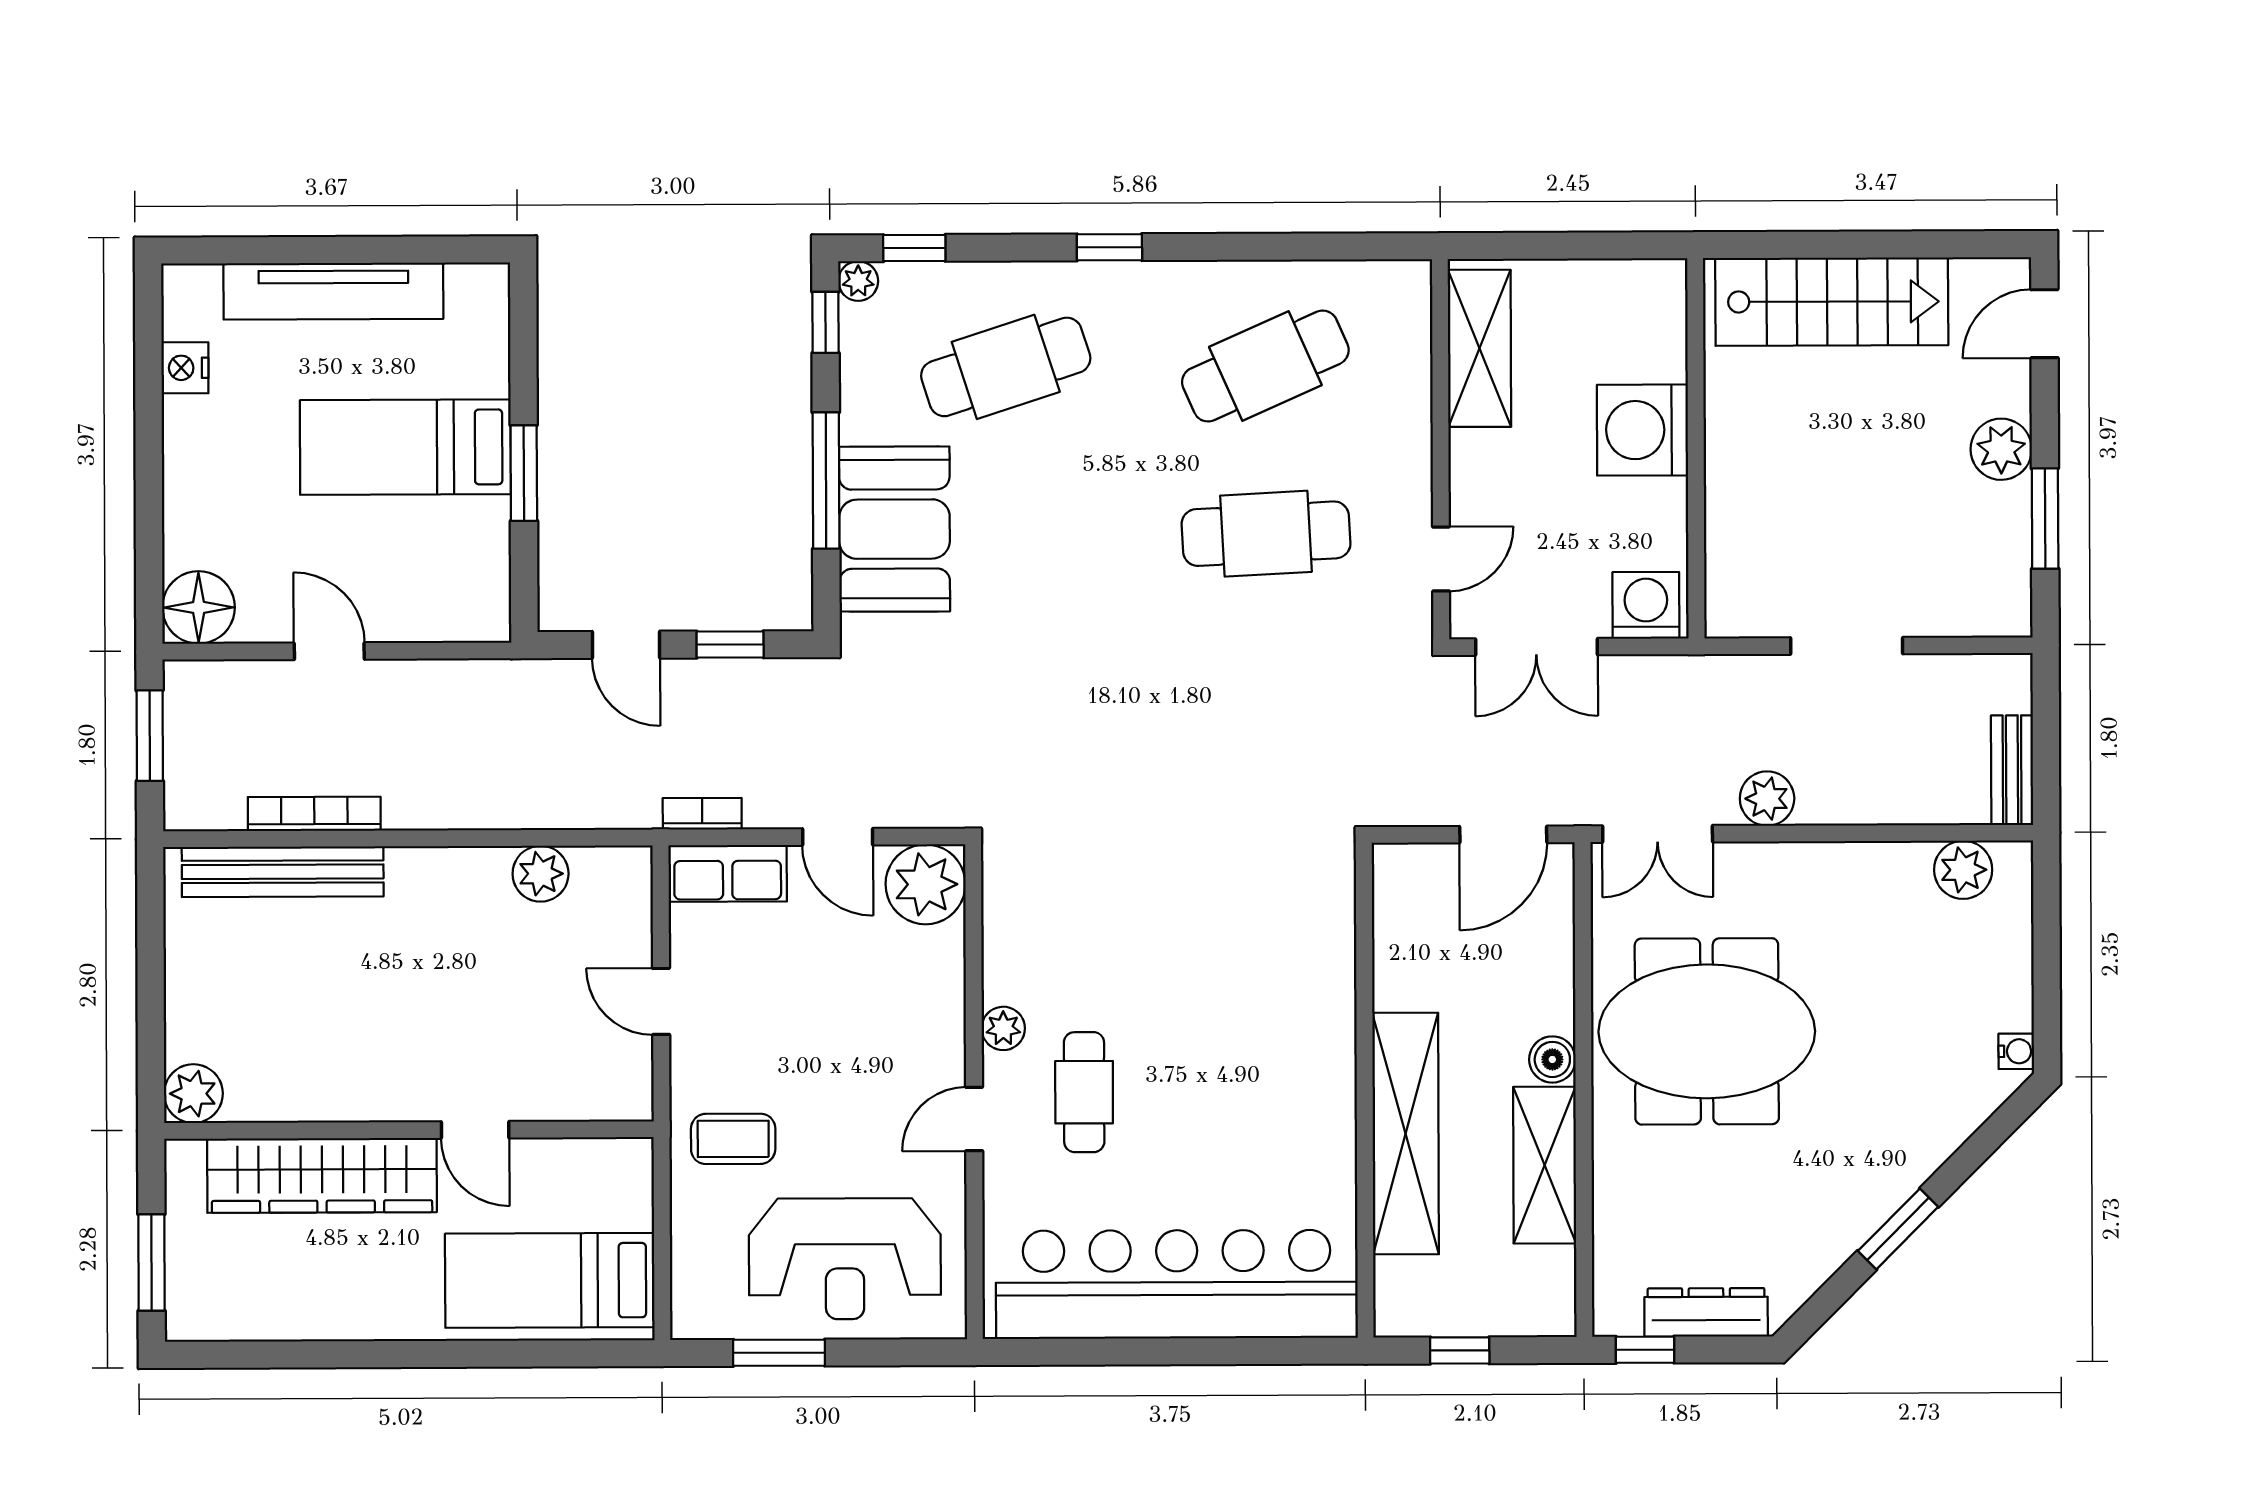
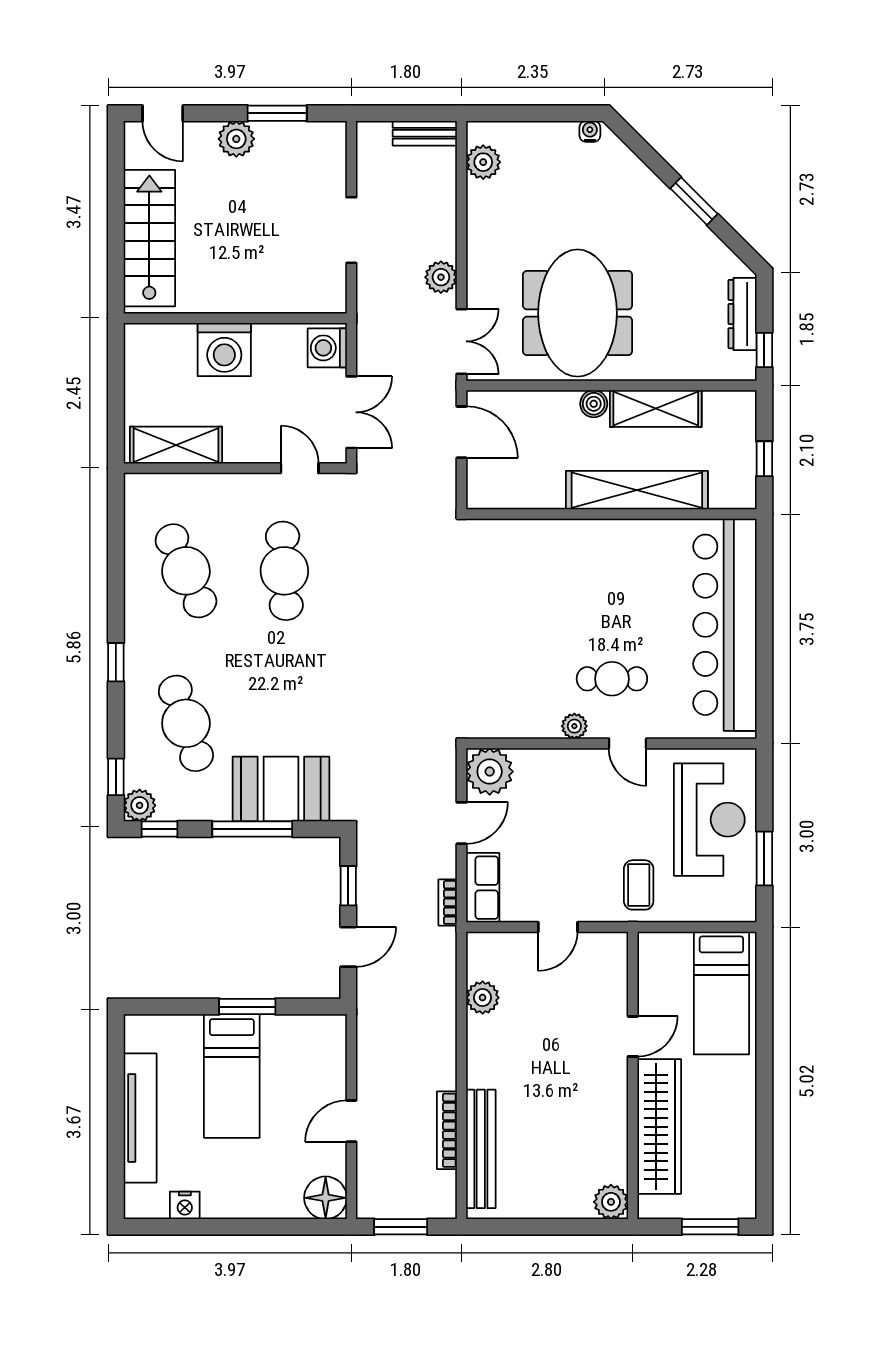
plant: (858, 281) -> (140, 805), width x1.38, depth x1.38

